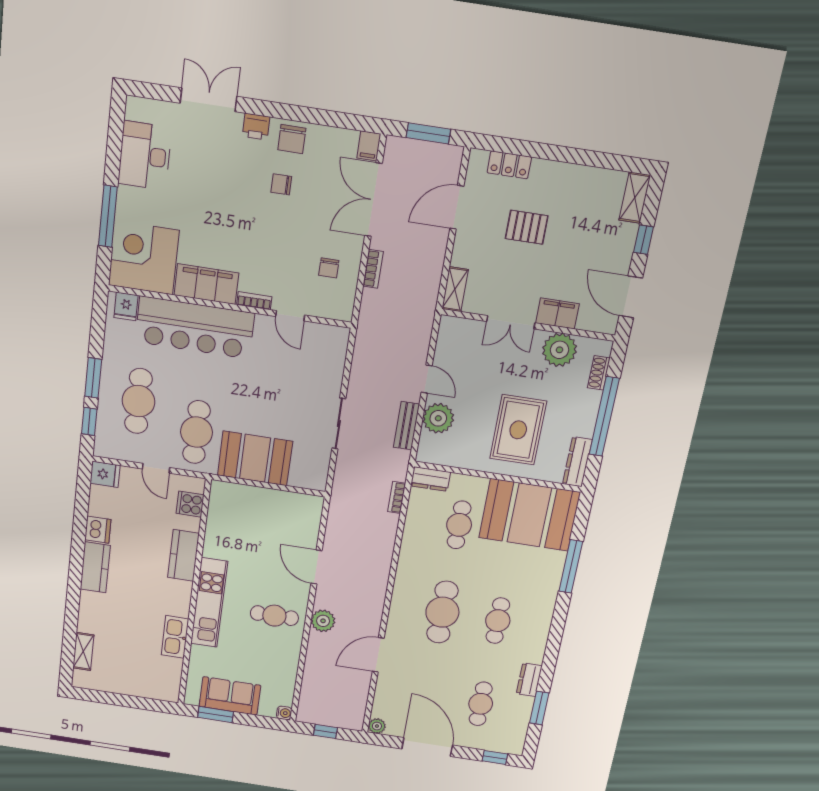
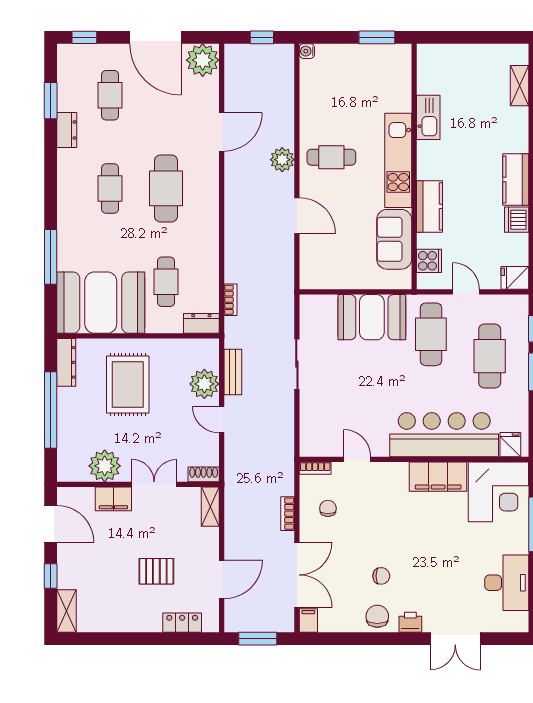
bookcase: (254, 301) -> (315, 468), moved
shoe rack: (599, 373) -> (204, 474), moved, turned -90
sofa: (230, 696) -> (394, 239), moved, turned 90
plant: (377, 726) -> (203, 60), width x1.88, depth x1.88

